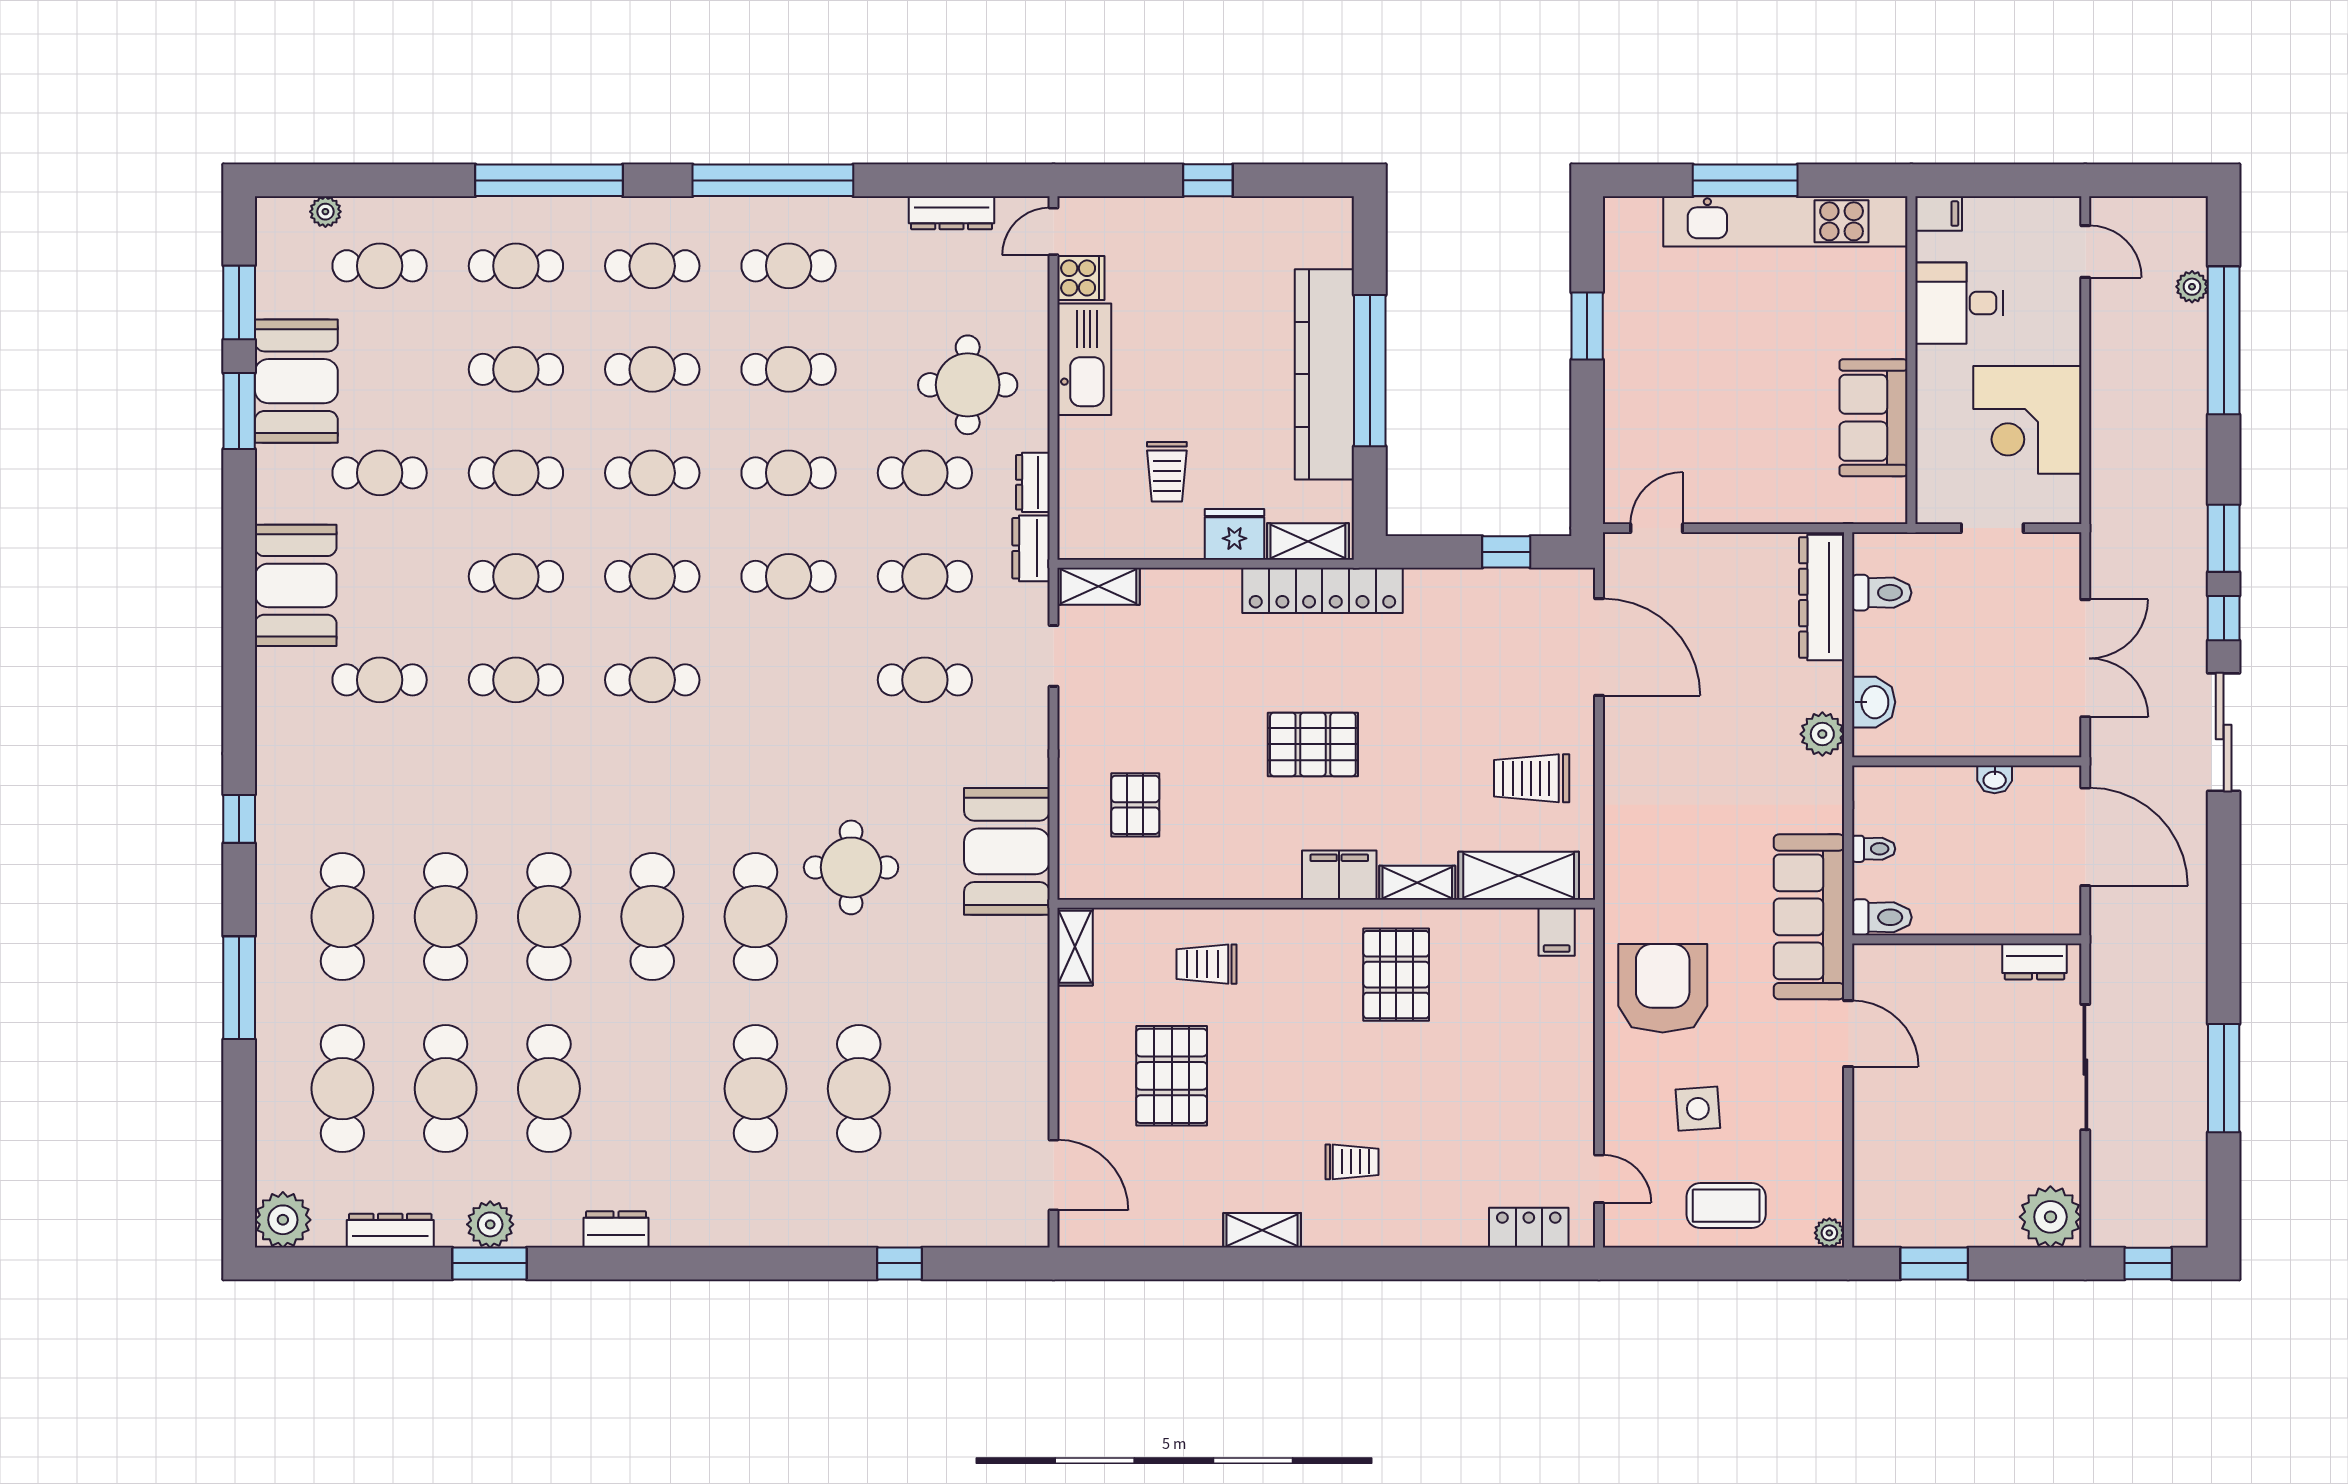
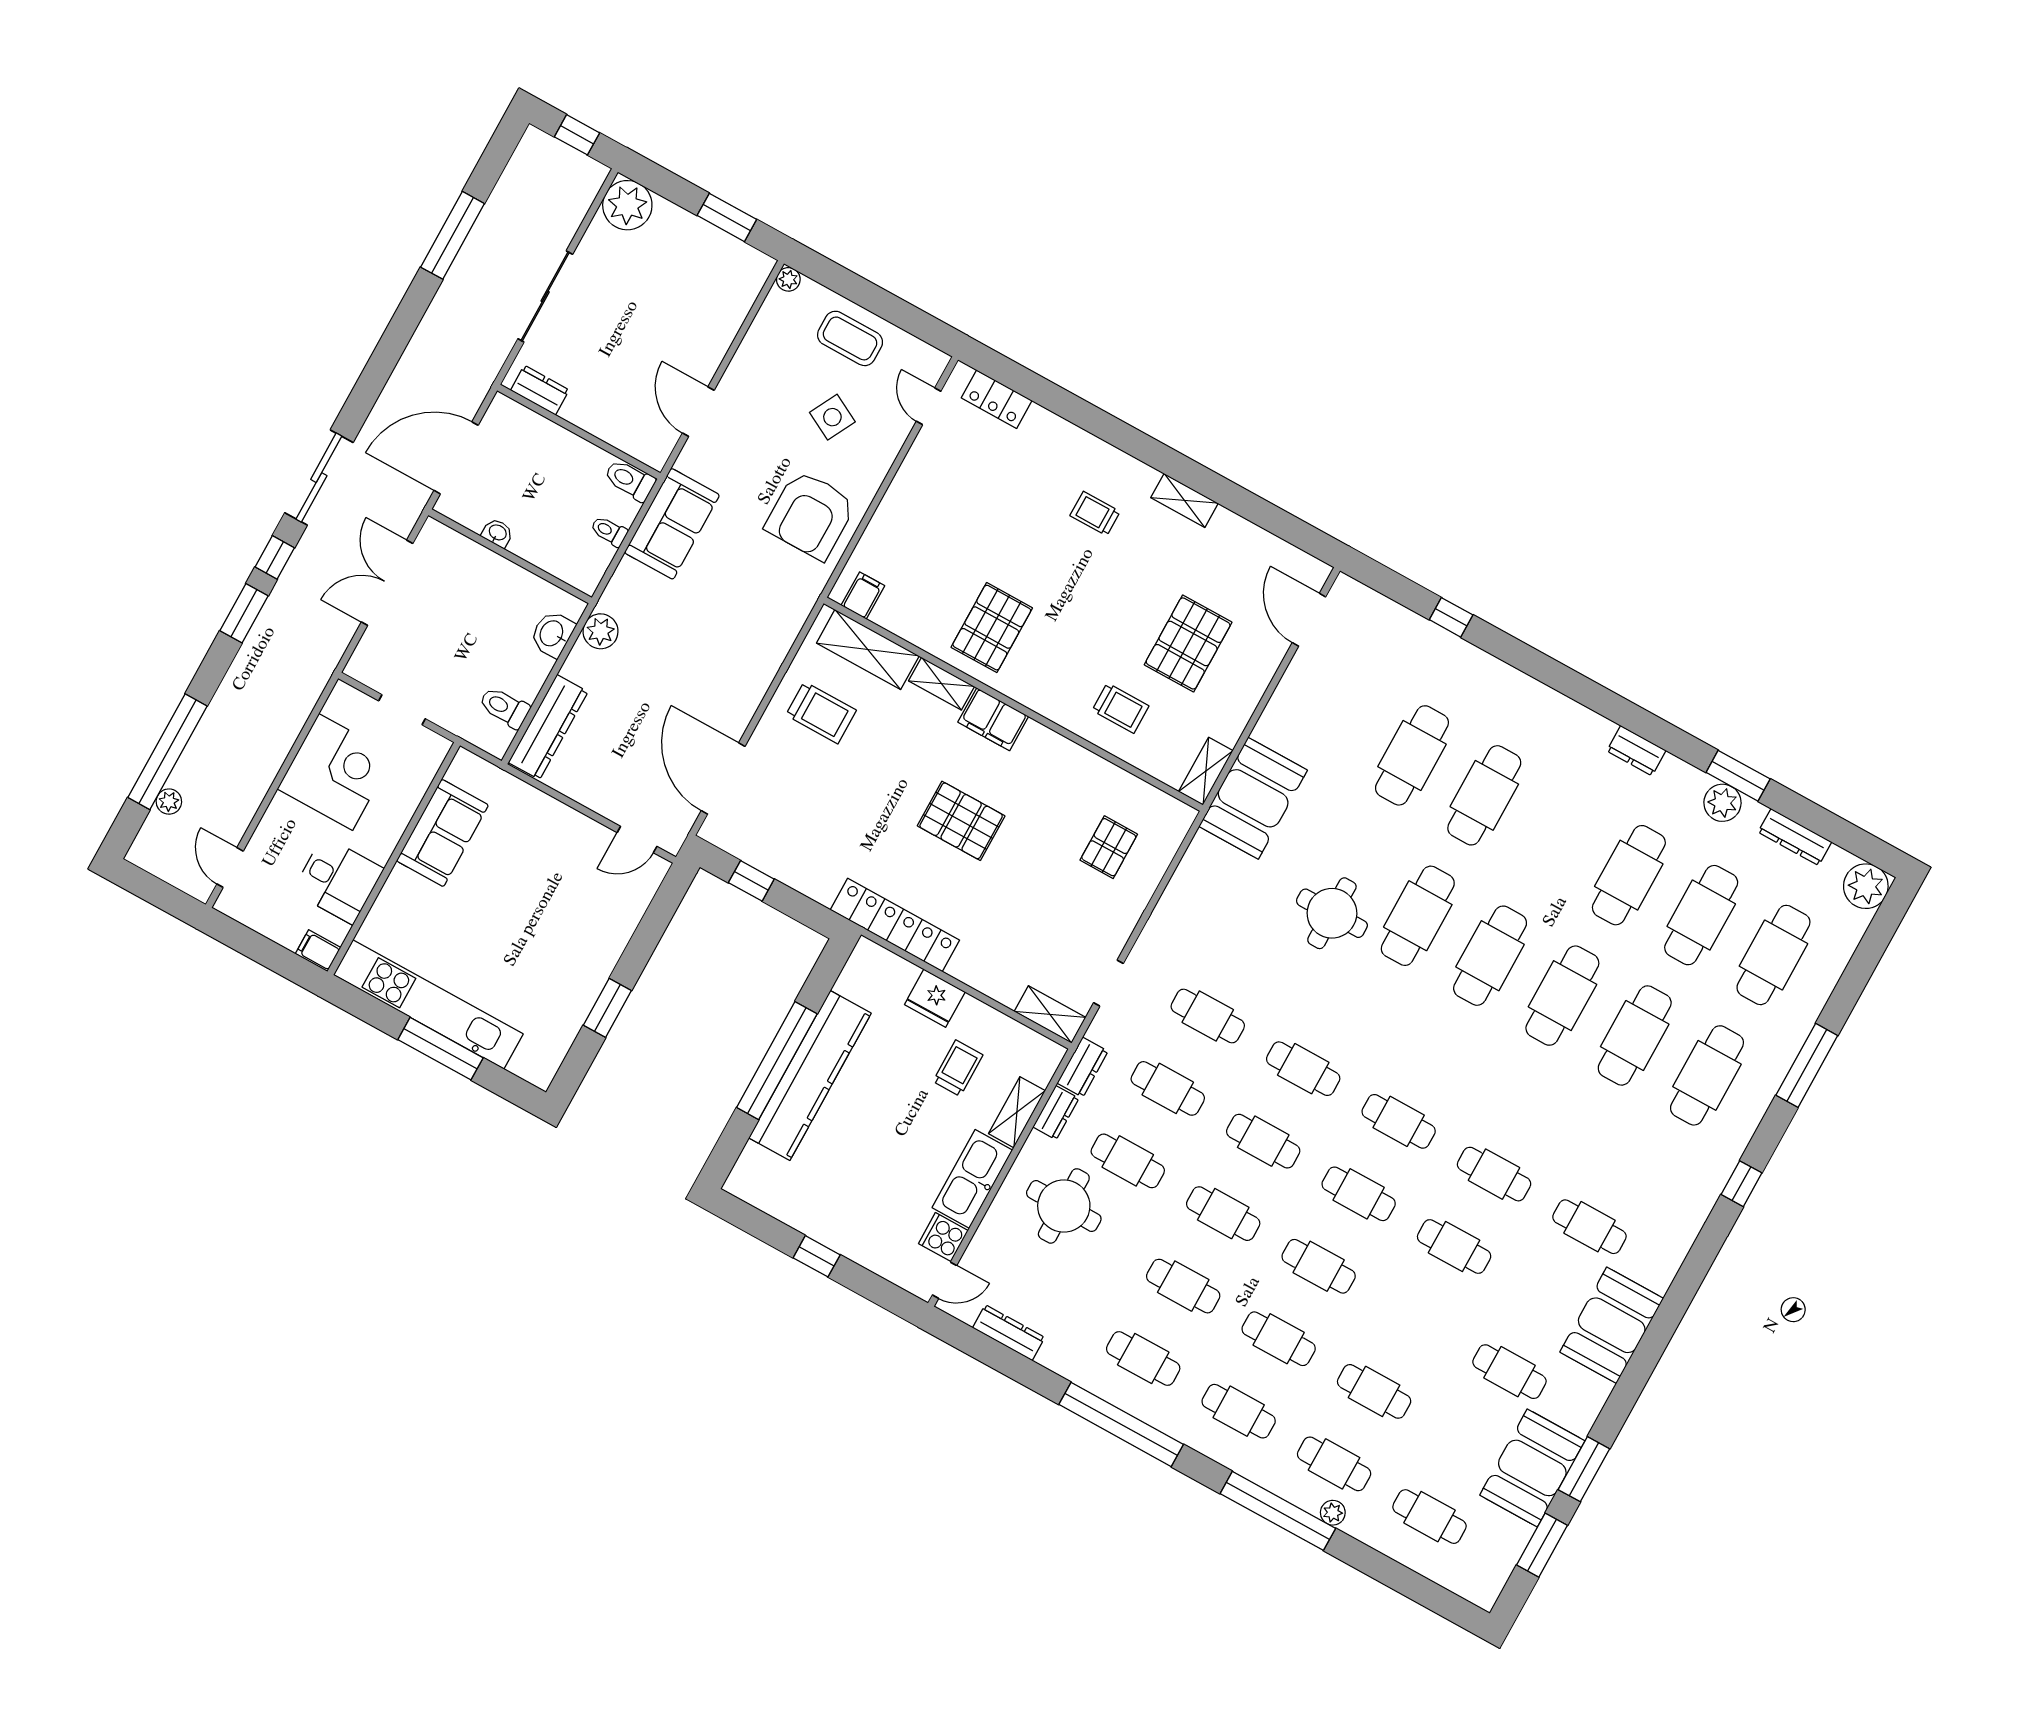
plant: (325, 212) -> (1333, 1513), moved
cafe table: (516, 473) -> (1303, 1069), moved
shelving: (1308, 541) -> (1017, 1112), moved, turned 90
door: (2085, 837) -> (456, 458), hinge flipped
booth: (1007, 851) -> (1253, 798), moved
sofa: (1809, 917) -> (672, 524), width x0.73
side table: (1698, 1109) -> (832, 417), turned 32

